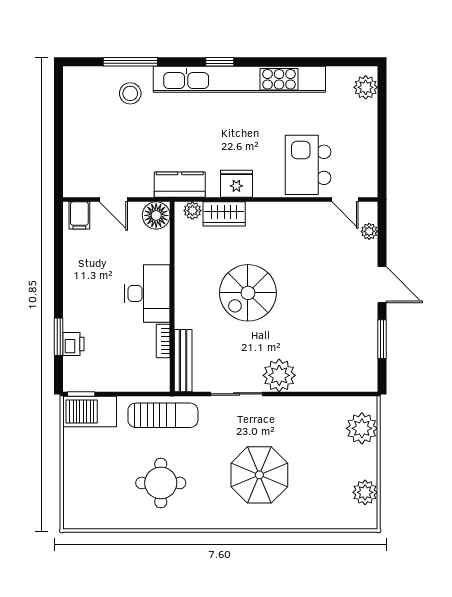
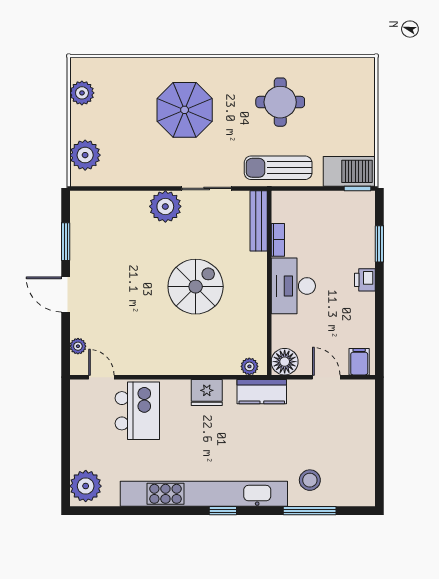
plant: (366, 87) -> (86, 486), width x1.36, depth x1.36
wardrobe: (224, 214) -> (219, 363), removed
printer: (73, 344) -> (365, 280), moved

